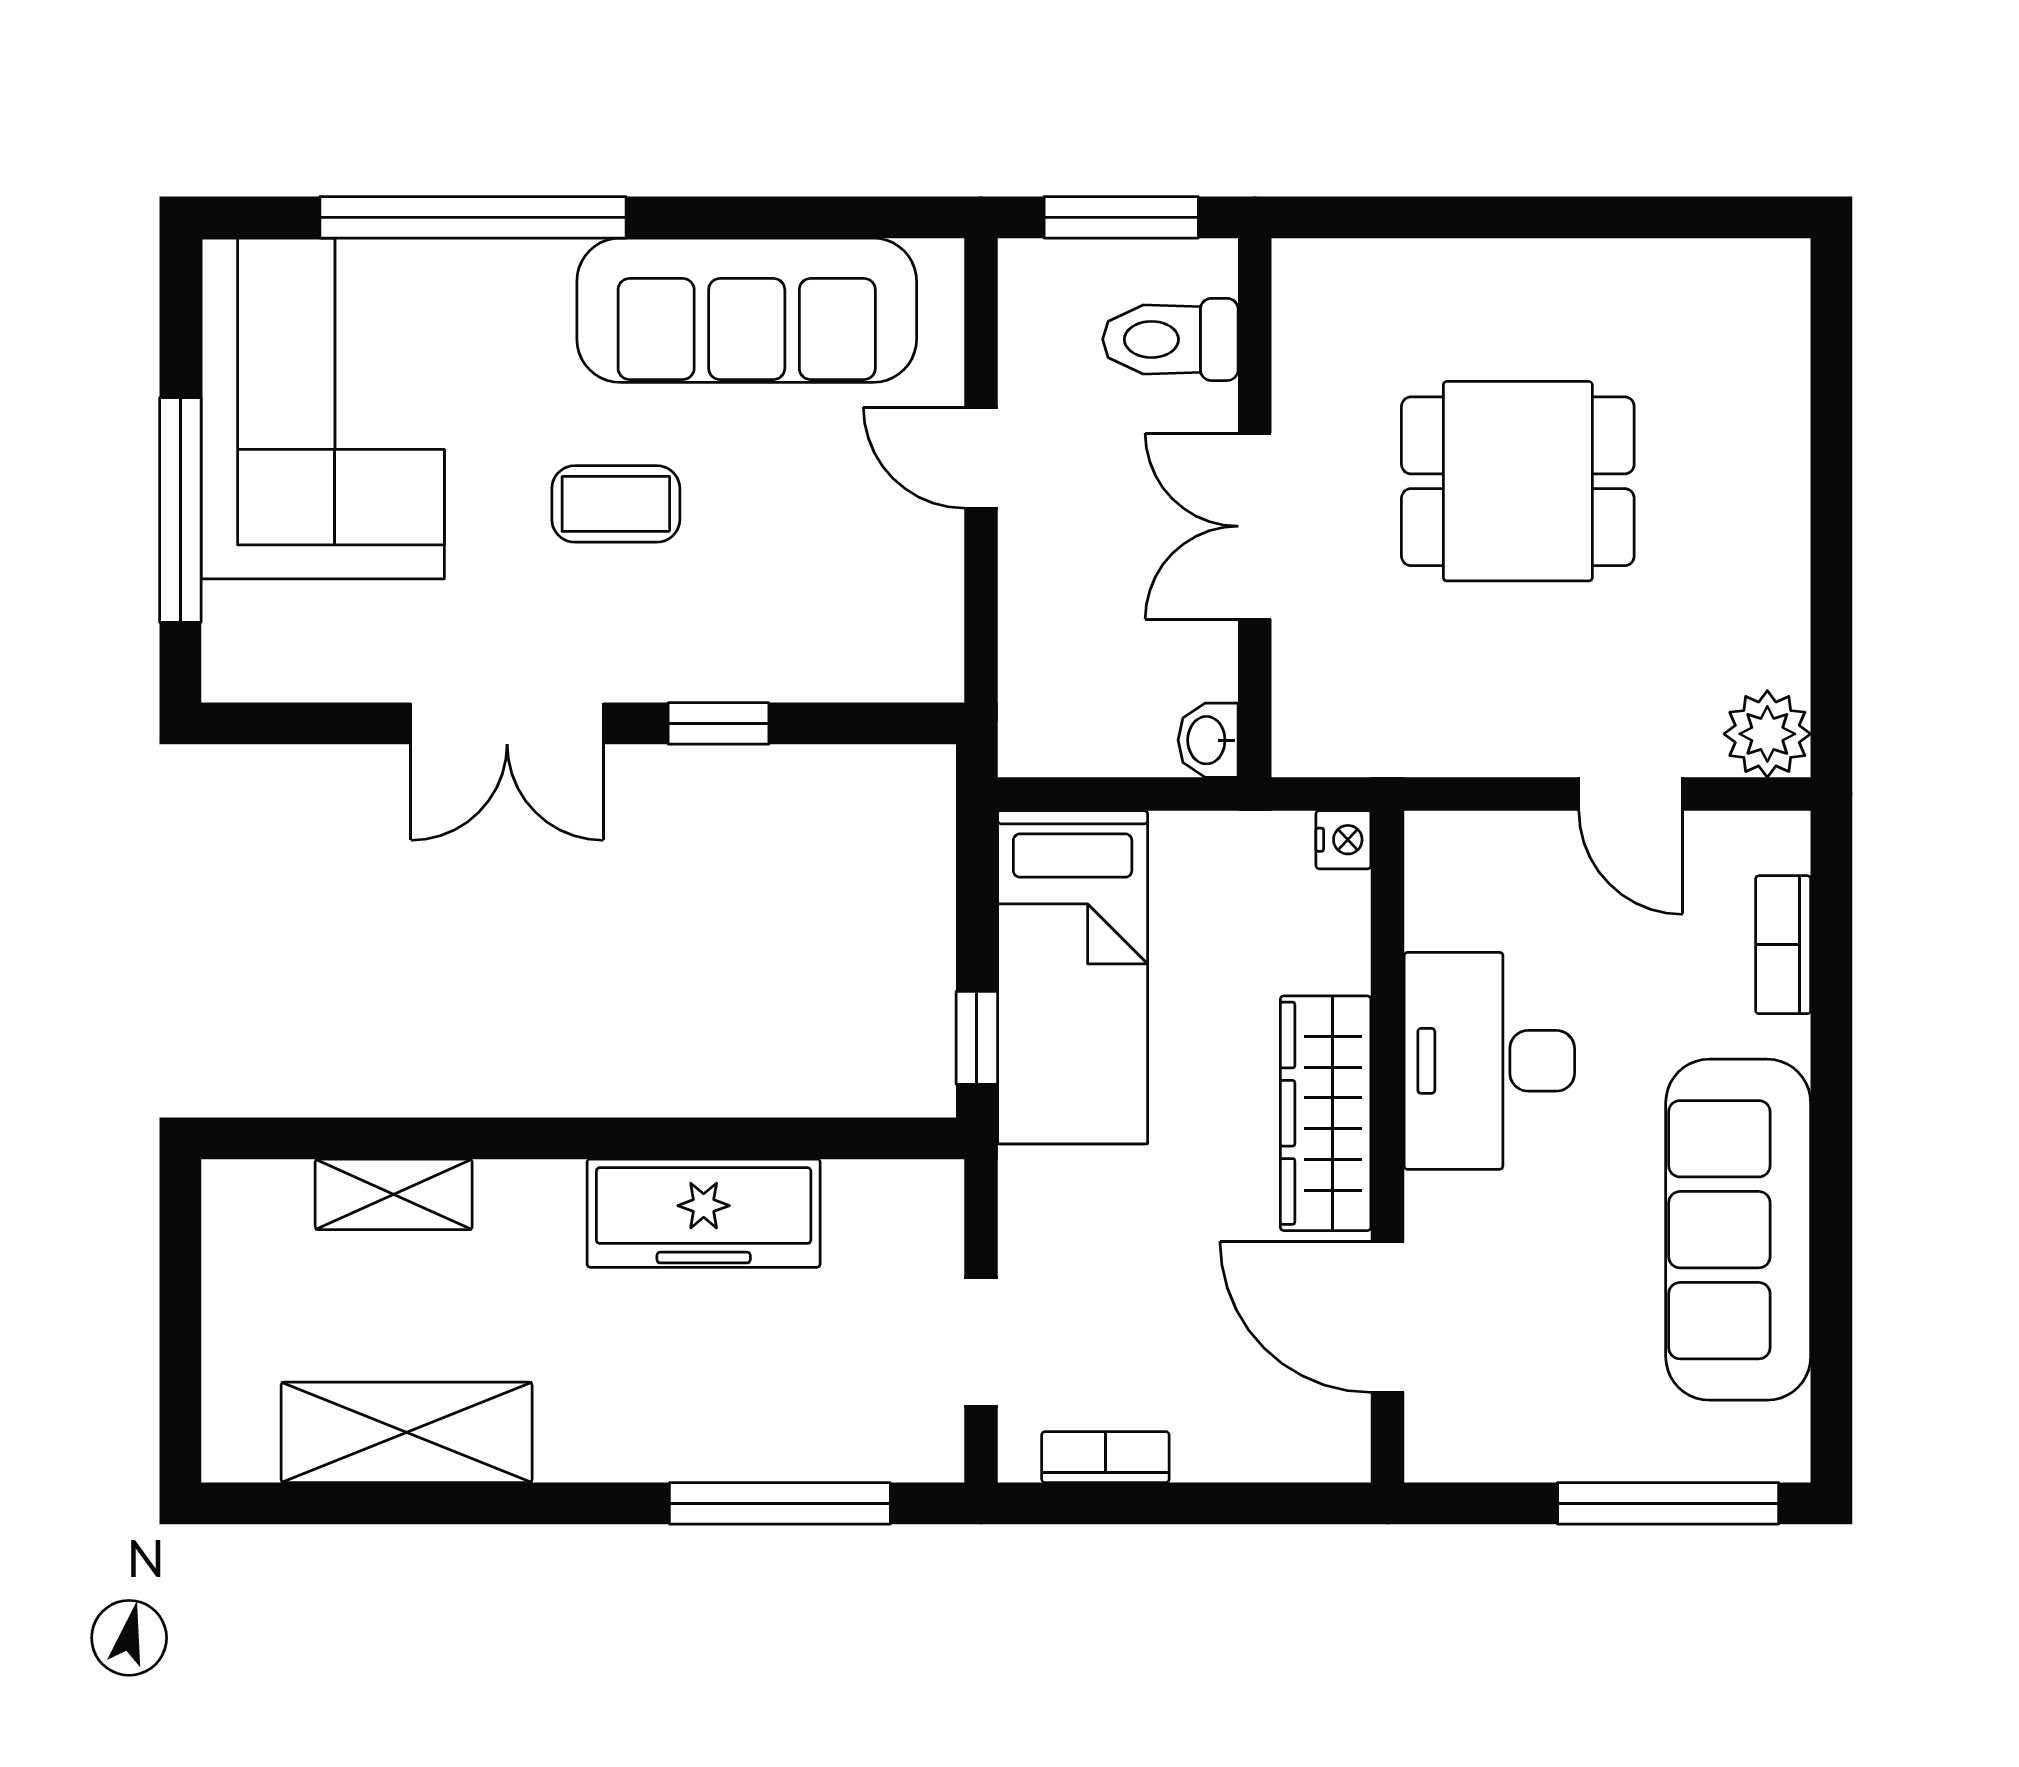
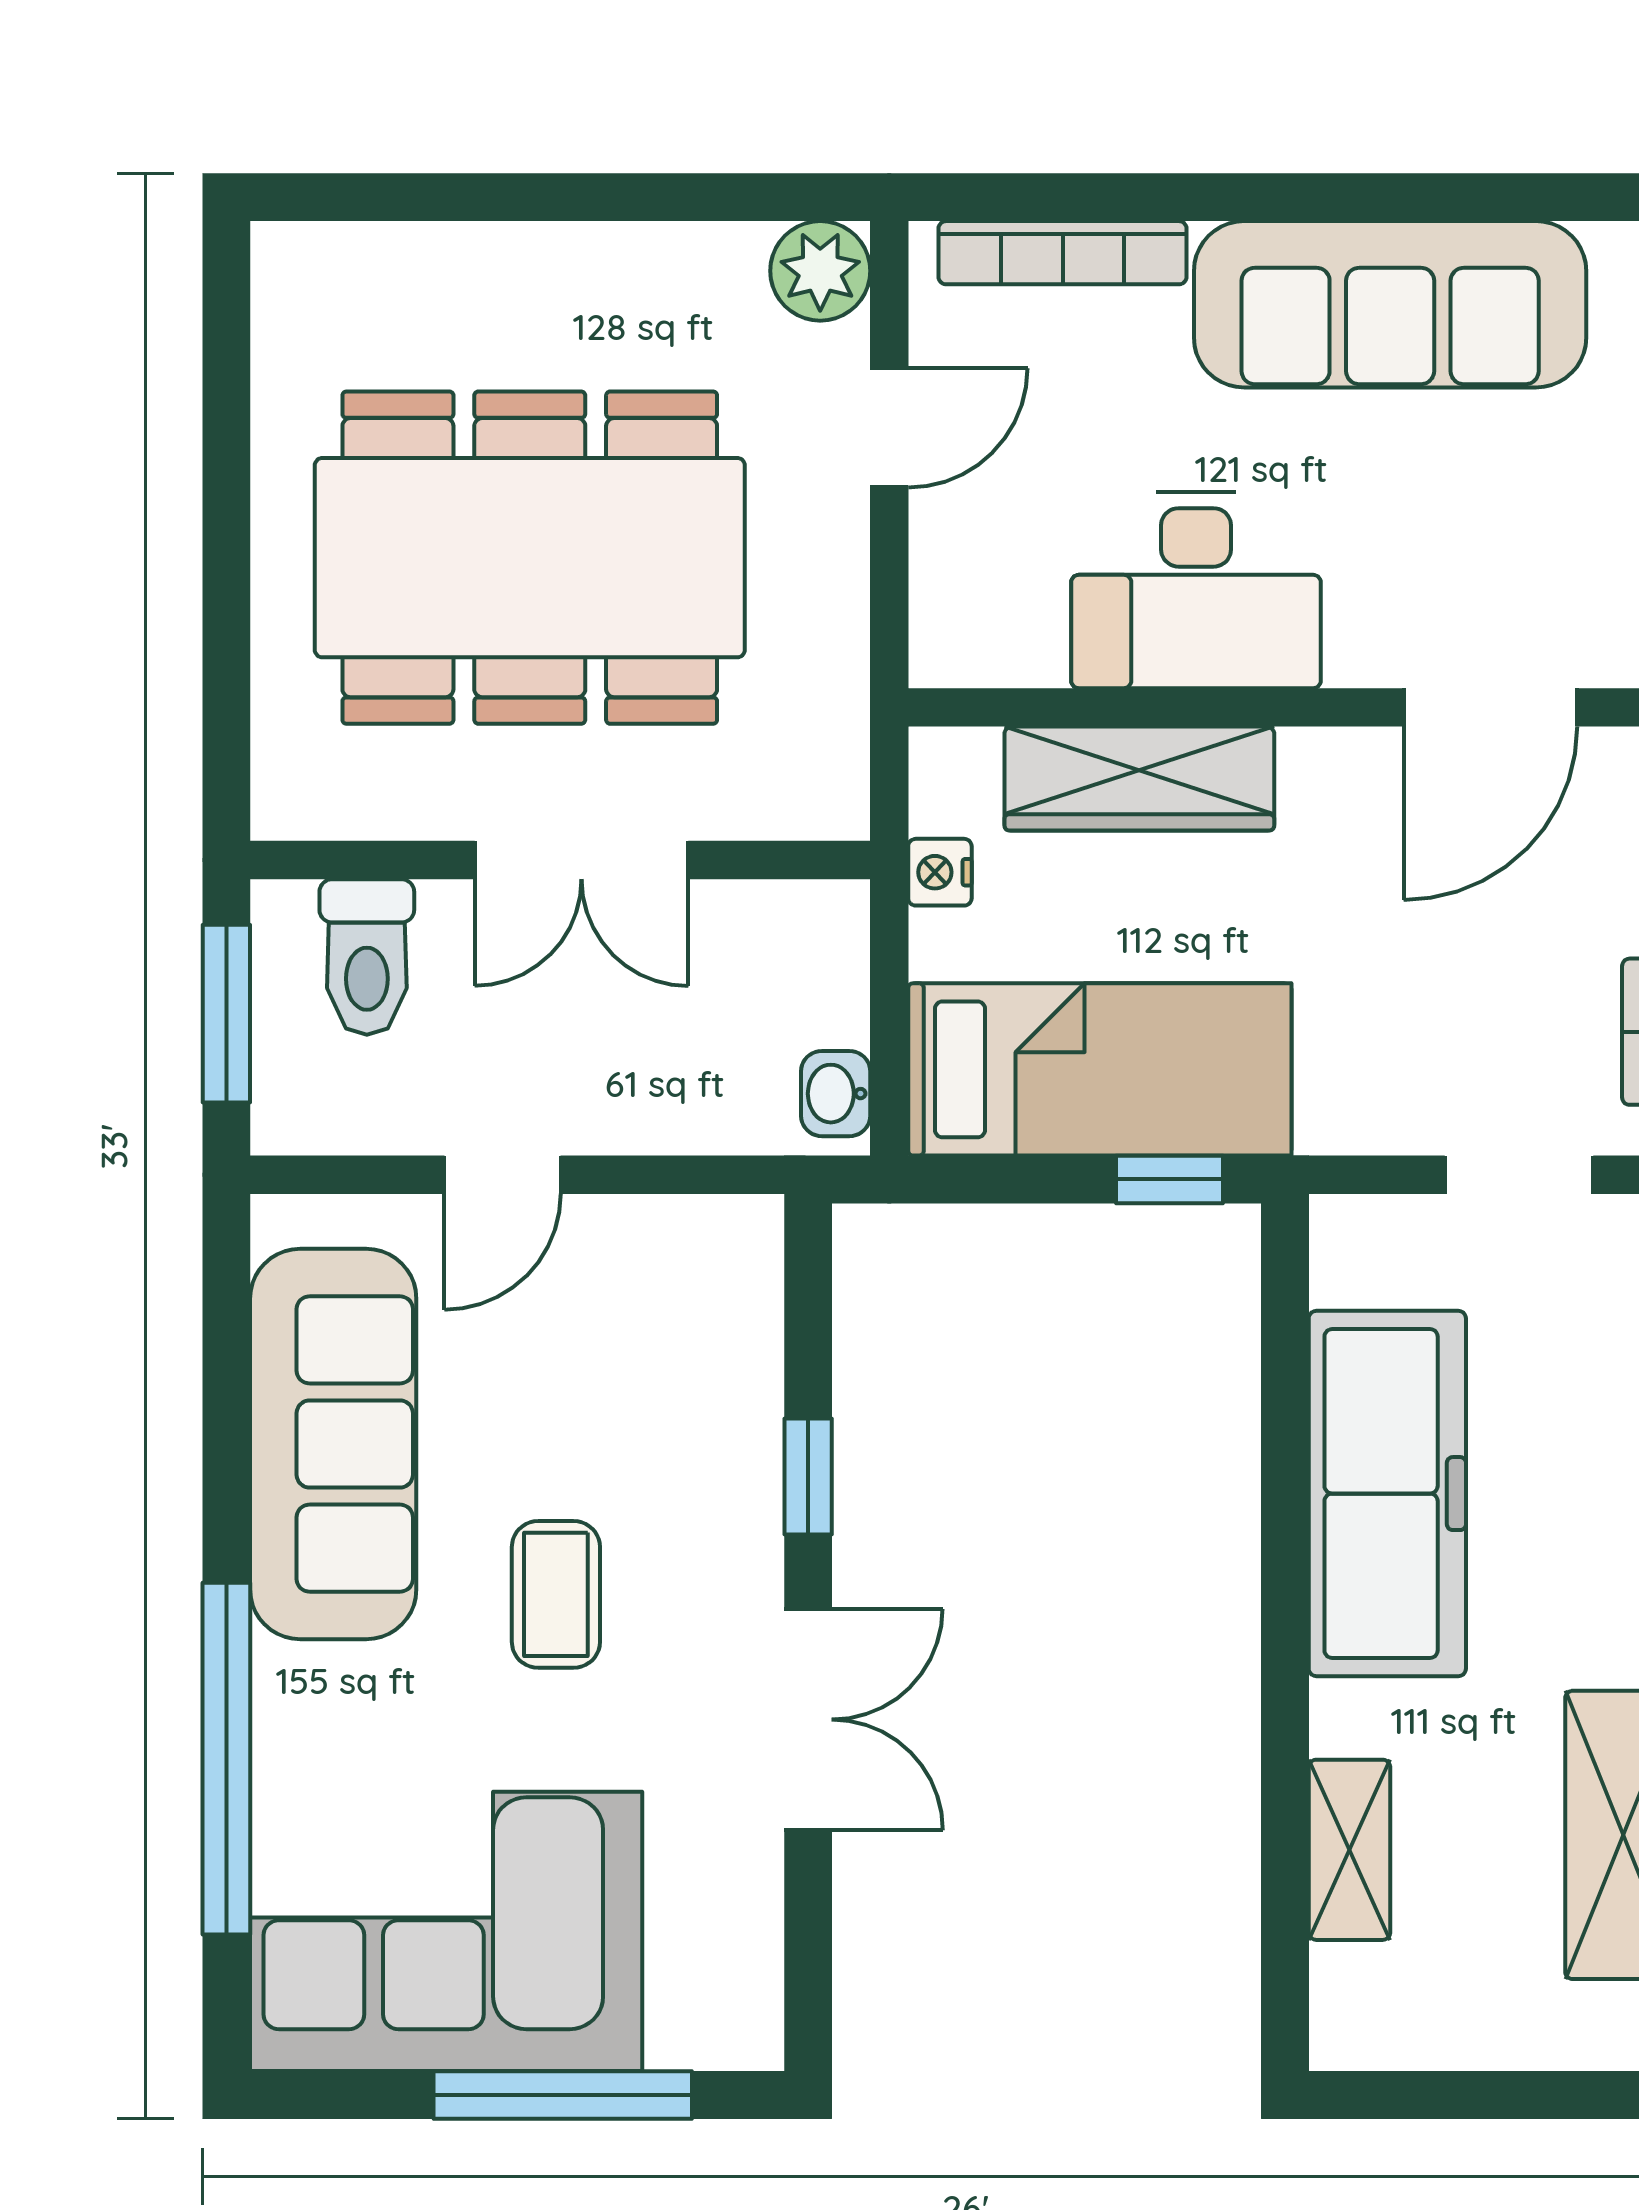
dining table: (1518, 481) -> (530, 558), width x1.87, depth x1.24
washbasin: (1208, 740) -> (836, 1094), moved, turned 90
nightstand: (1343, 840) -> (940, 872), moved, turned -90
bookcase: (1783, 945) -> (1063, 253), width x1.56
wardrobe: (1326, 1113) -> (1139, 779), moved
freezer: (704, 1213) -> (1387, 1494), width x1.36, depth x1.26

